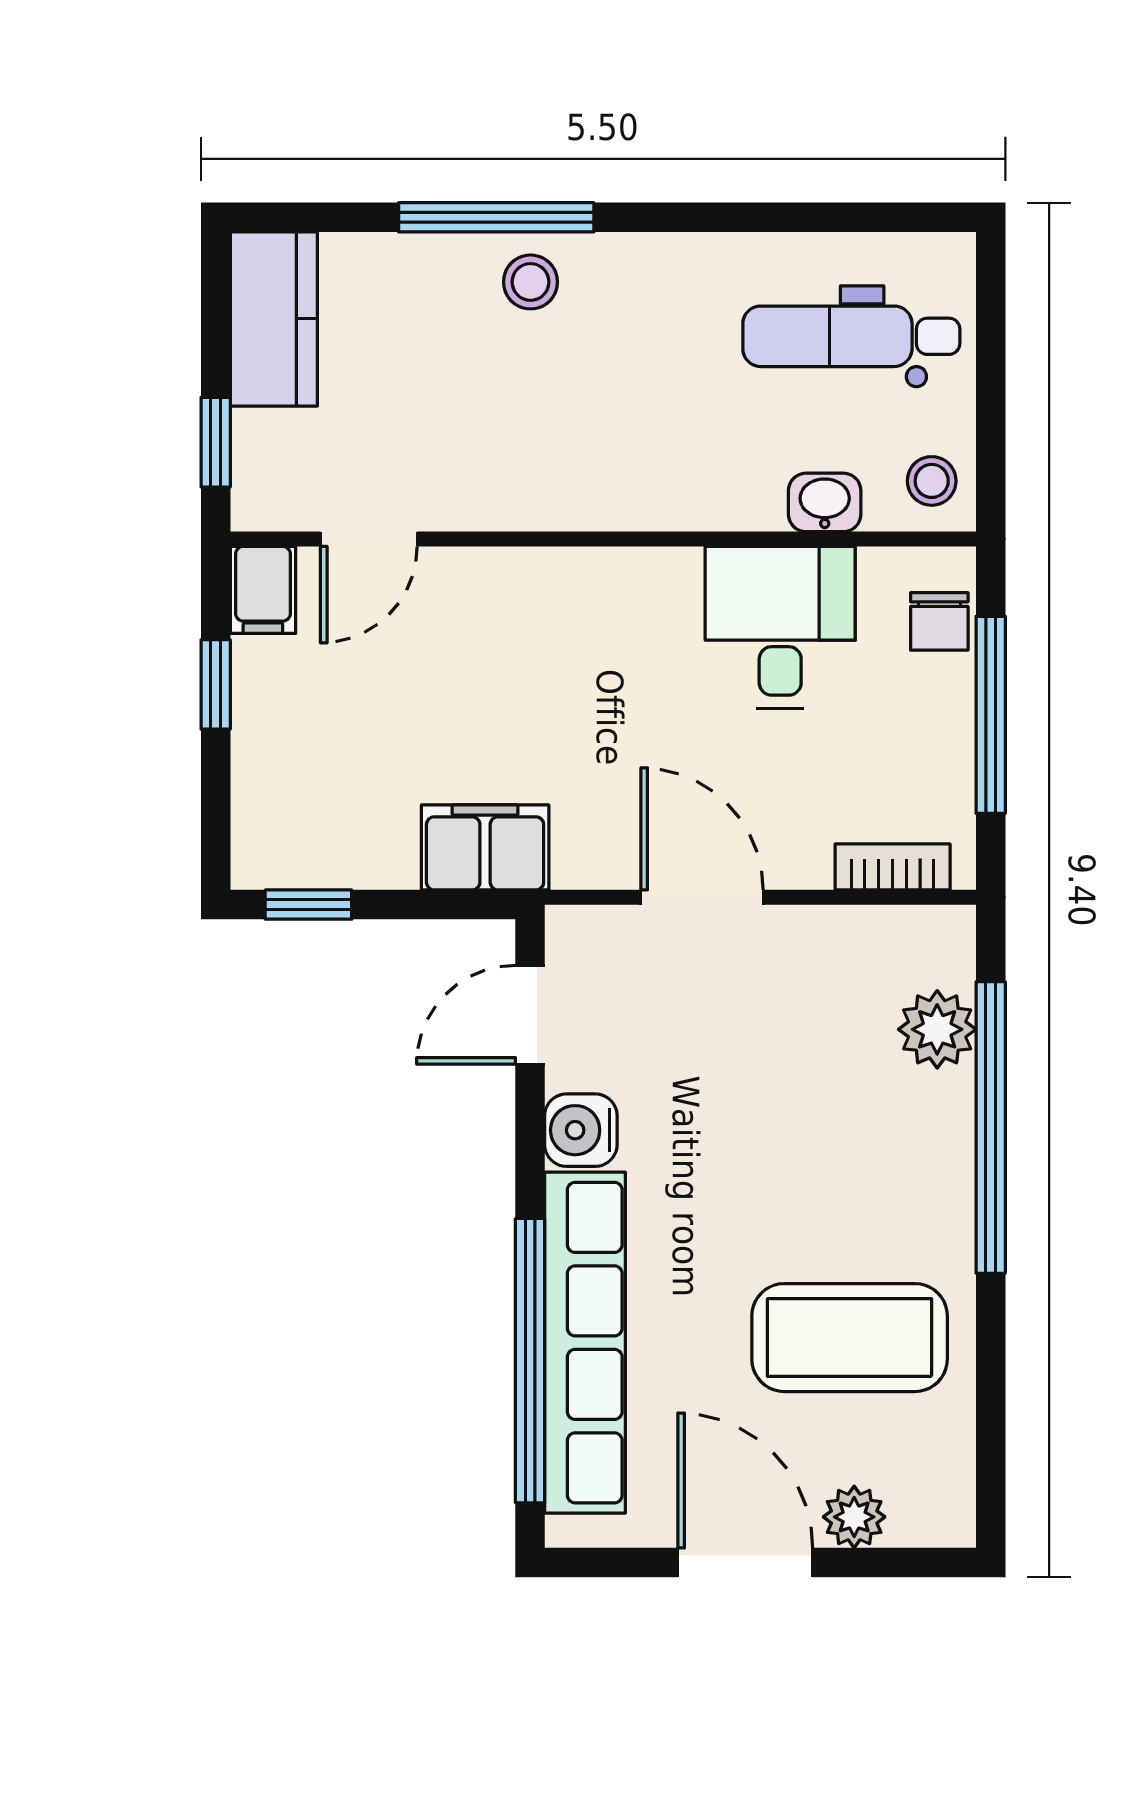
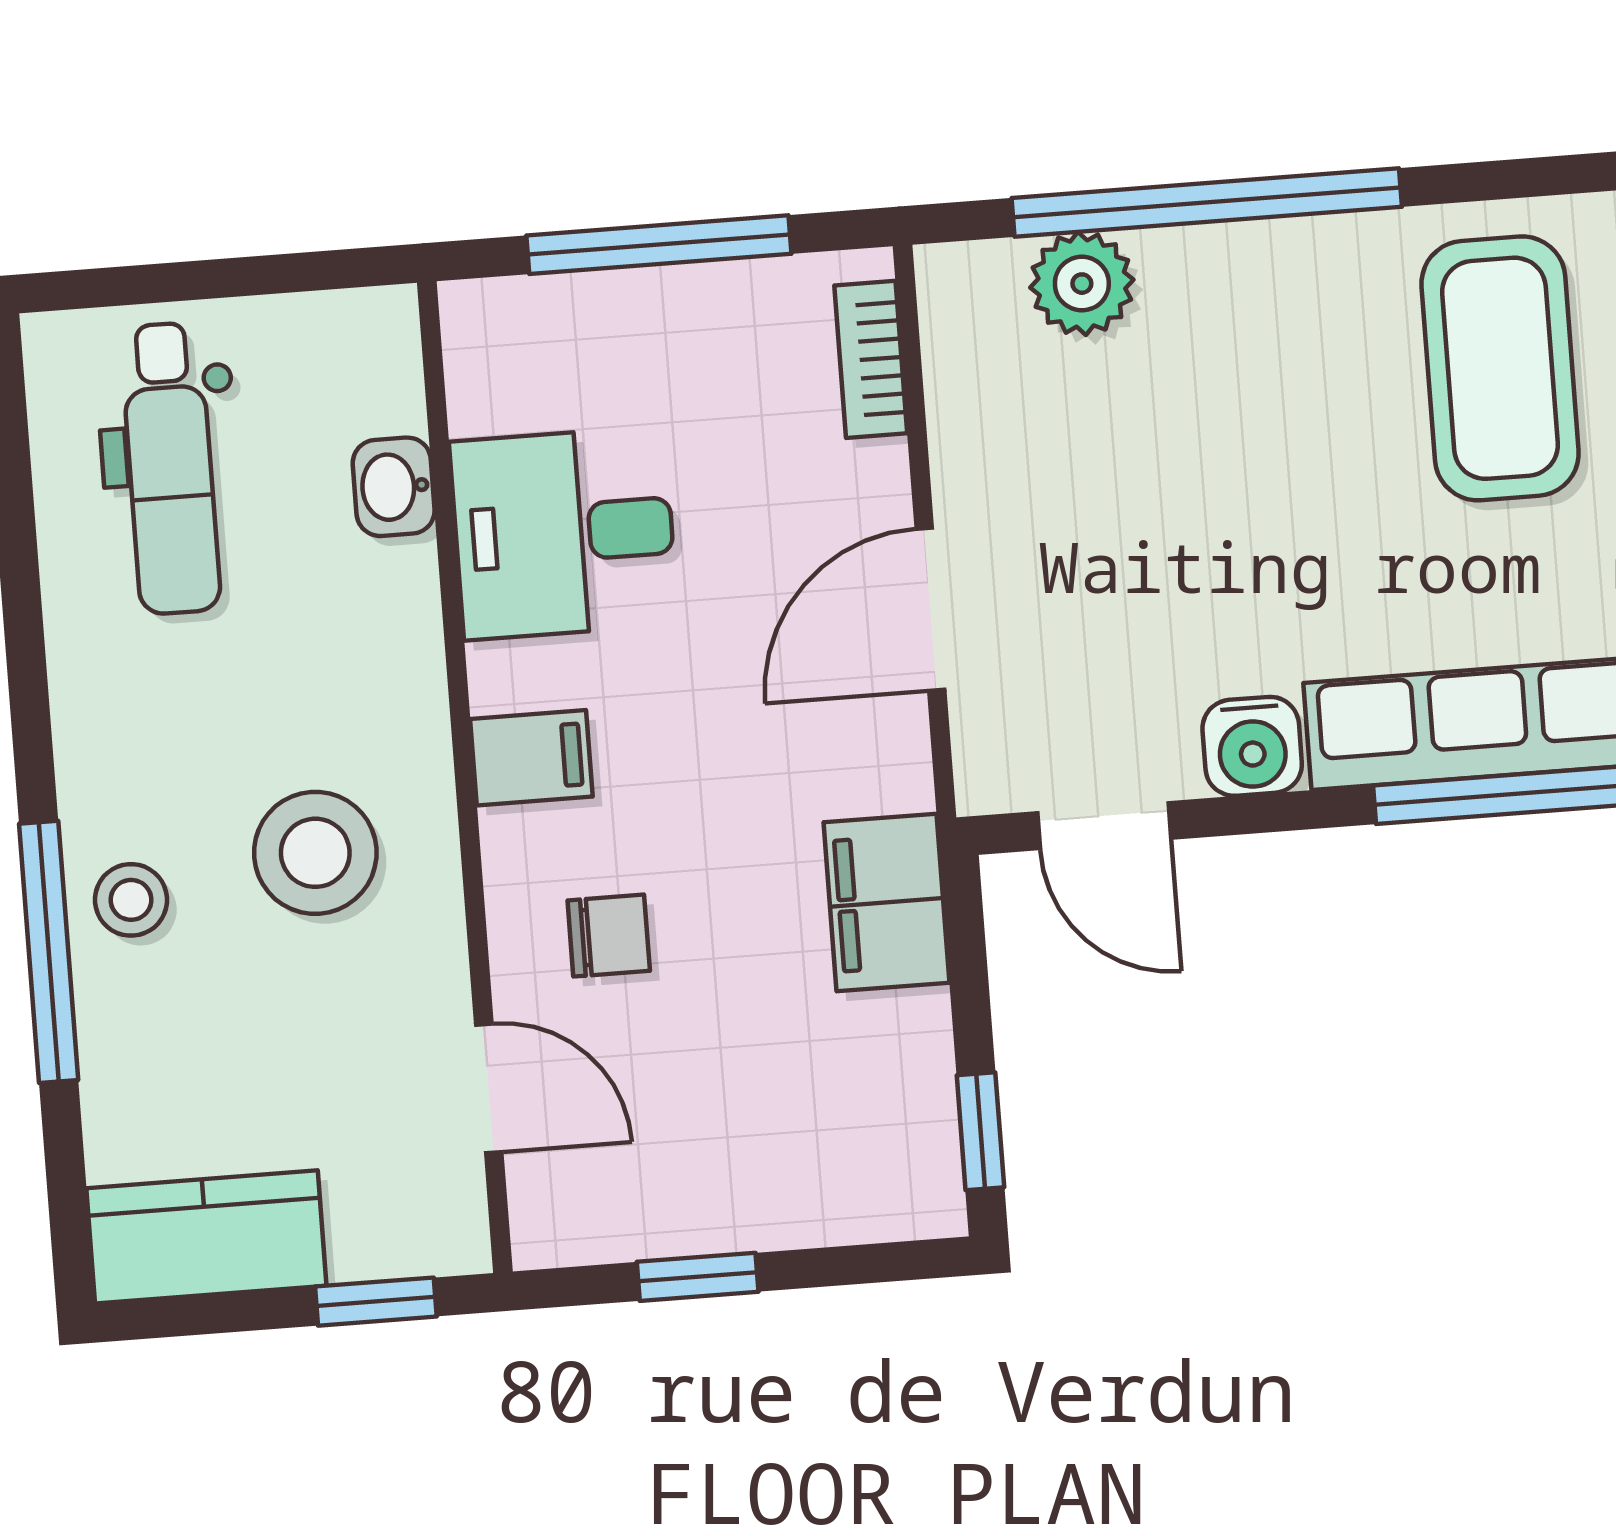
stool: (932, 481) -> (315, 853), moved, width x1.89, depth x1.89
filing cabinet: (263, 590) -> (531, 758), moved
chair: (939, 621) -> (609, 936), moved

